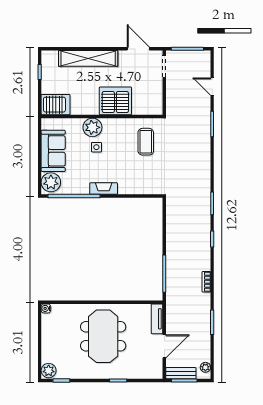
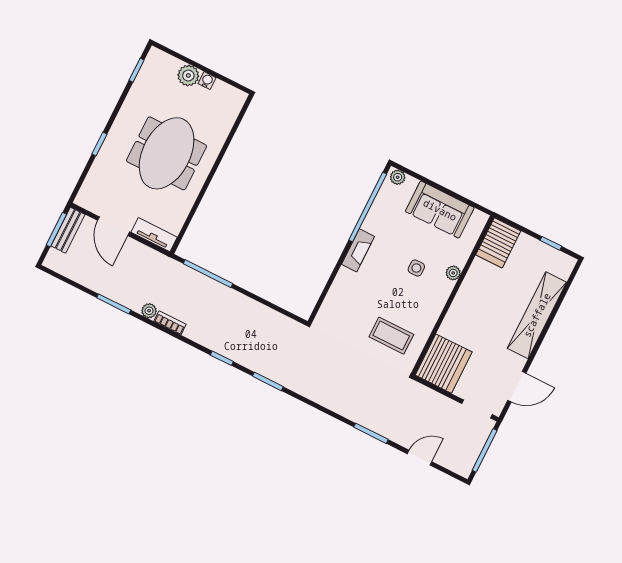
server rack: (115, 101) -> (444, 364), moved
plant: (92, 127) -> (453, 273), width x0.53, depth x0.53
plant: (51, 182) -> (398, 177), width x0.53, depth x0.53
water cooler: (46, 308) -> (207, 81), moved
meeting table: (103, 336) -> (167, 153), turned 90
plant: (205, 367) -> (149, 311), moved
plant: (49, 371) -> (188, 76), moved

